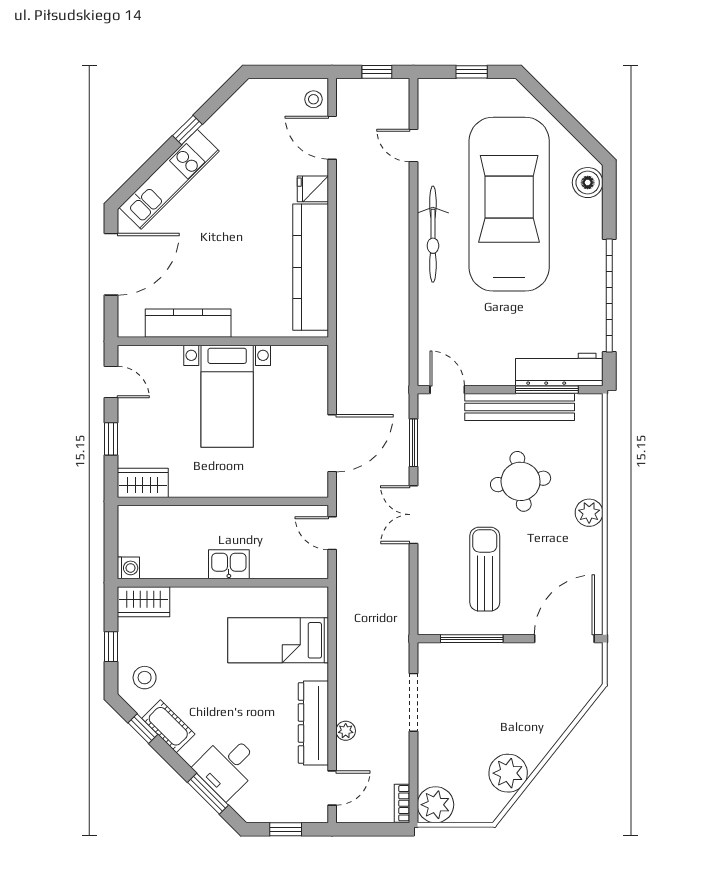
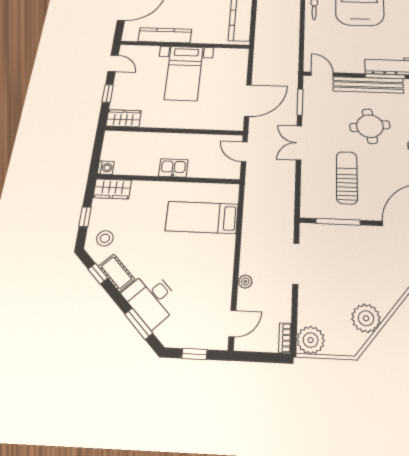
dresser: (313, 723) -> (222, 275), removed
desk: (227, 766) -> (151, 298), width x1.37

